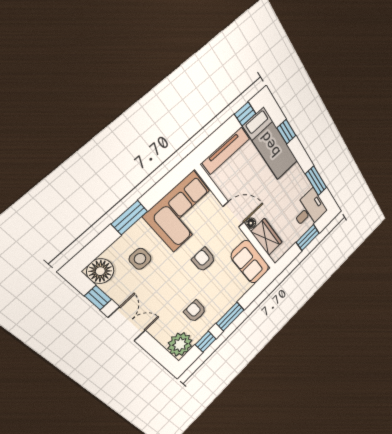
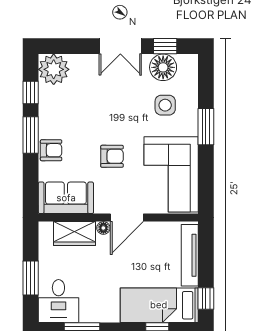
floor lamp: (100, 271) -> (163, 67), moved
armchair: (195, 311) -> (51, 150), moved

